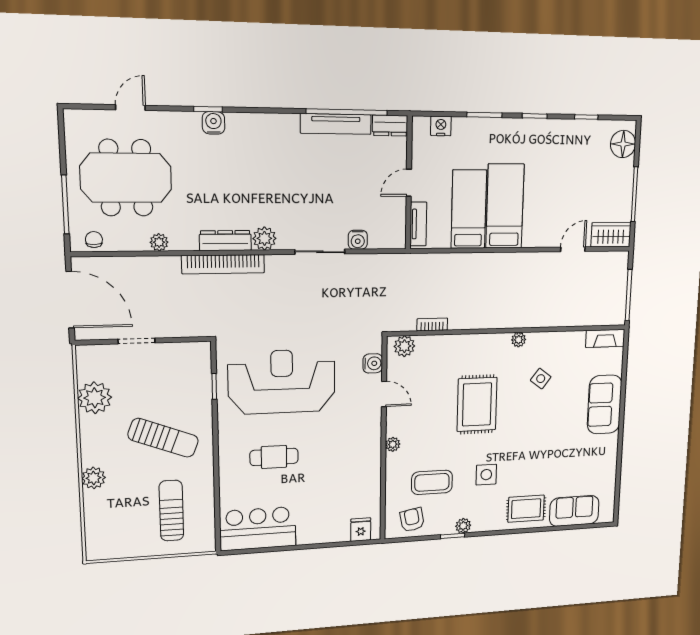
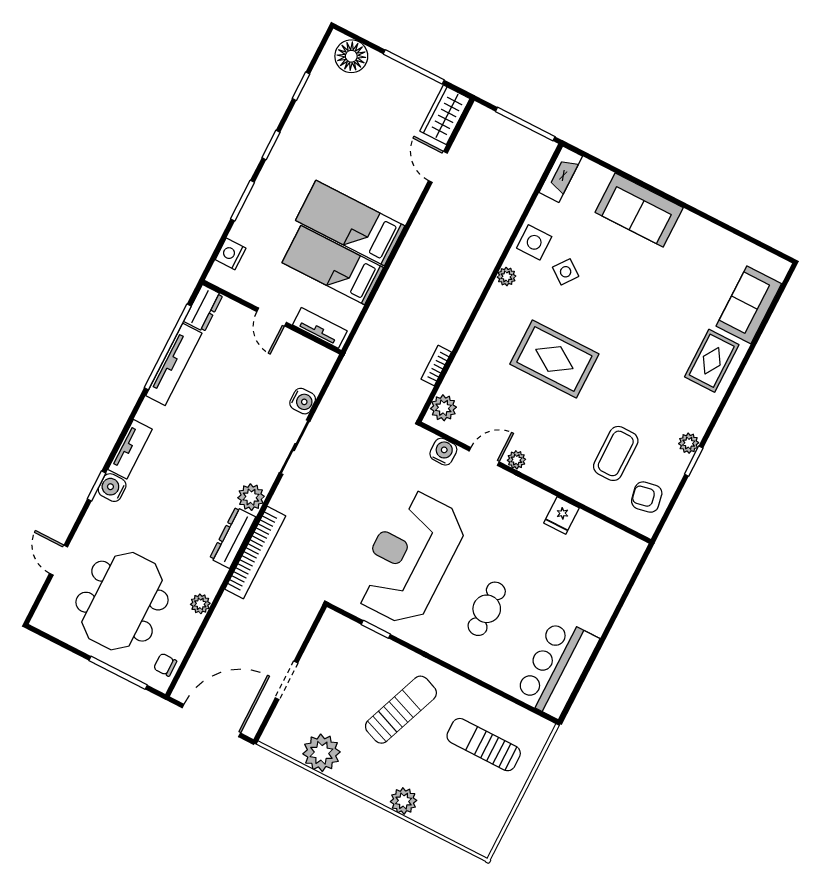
tv unit: (252, 122) -> (130, 449), added
plant: (393, 444) -> (516, 460), moved
side table: (486, 475) -> (534, 242), moved
fridge: (361, 530) -> (561, 515), moved, turned -90

